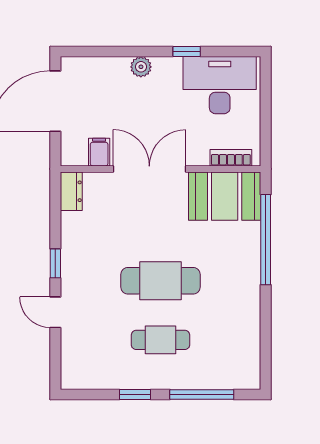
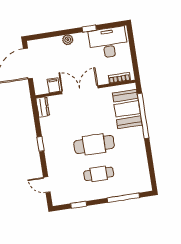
booth: (225, 196) -> (127, 109), moved, turned 90
door: (55, 312) -> (47, 185), moved
window: (135, 394) -> (79, 205), moved

